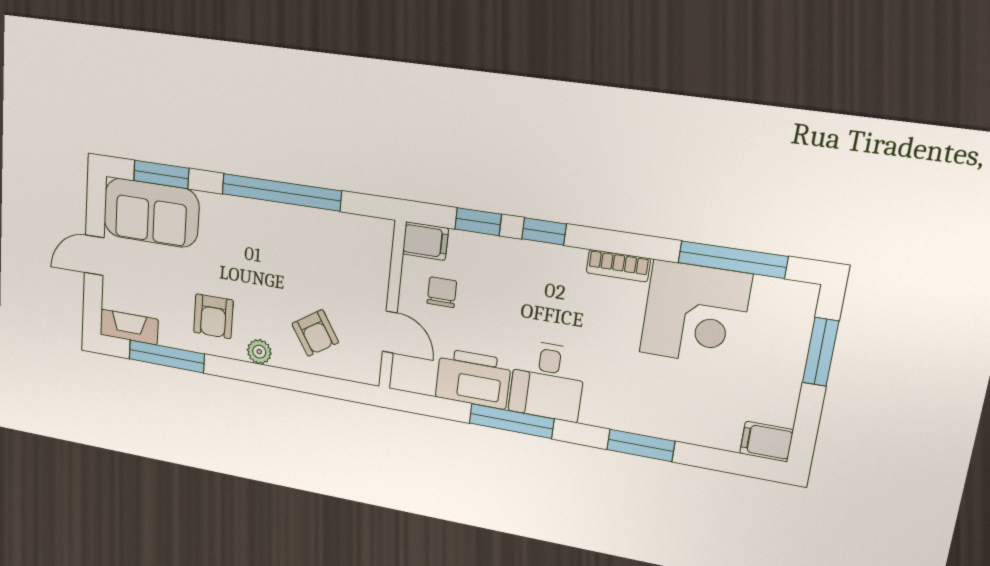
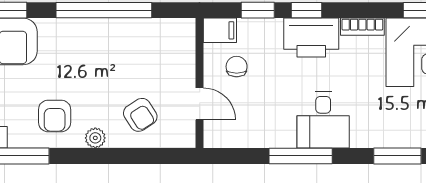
printer: (473, 379) -> (311, 38), moved, turned 180

